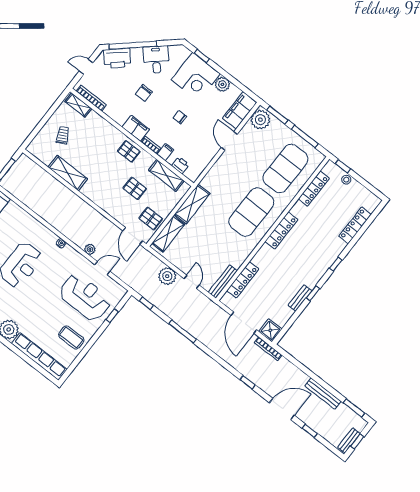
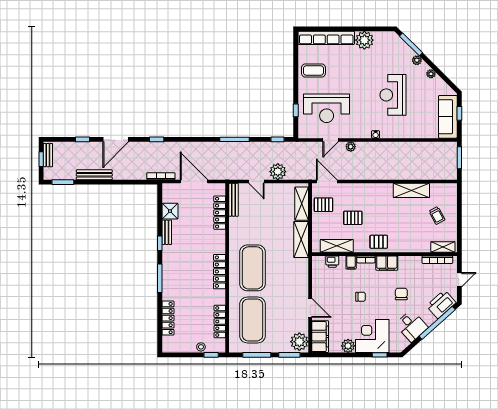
window: (336, 264) -> (160, 278), width x2.17
shower: (270, 330) -> (170, 211), moved

